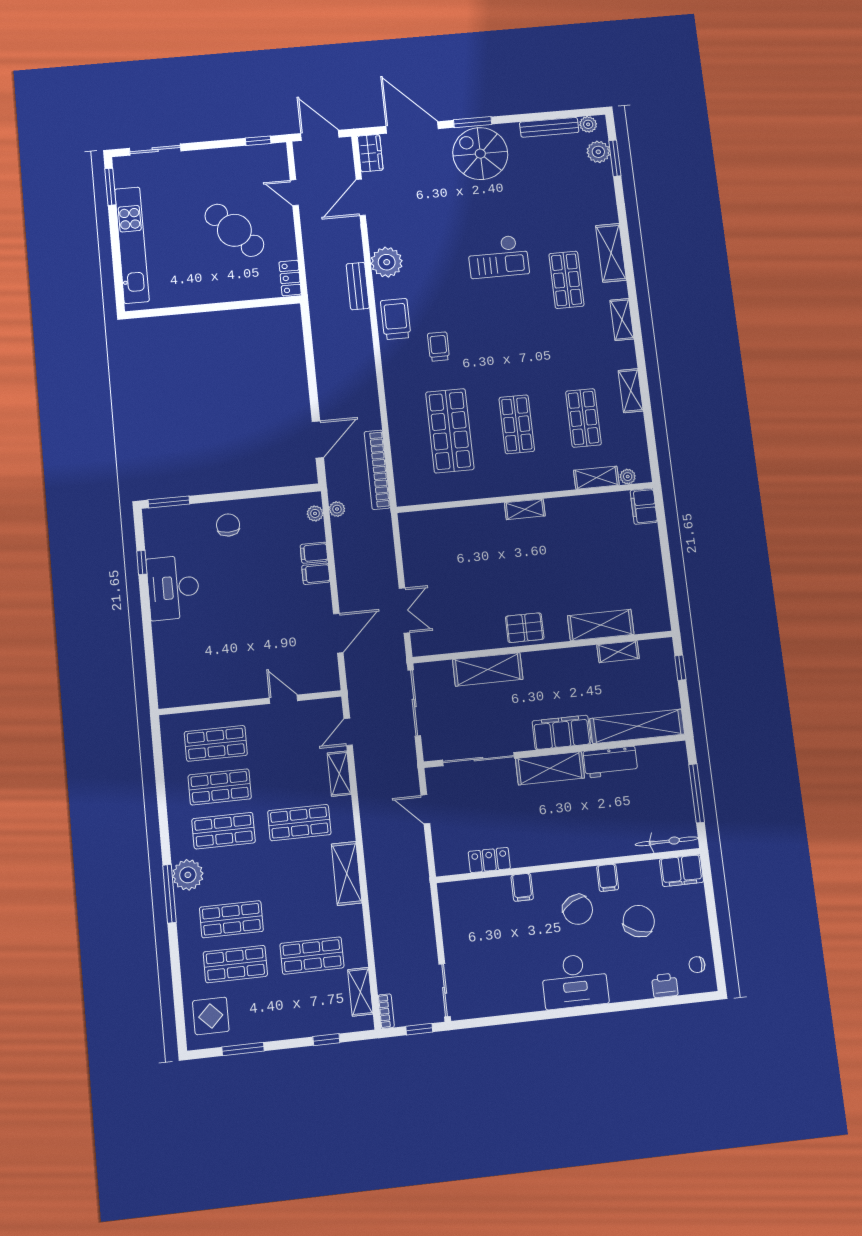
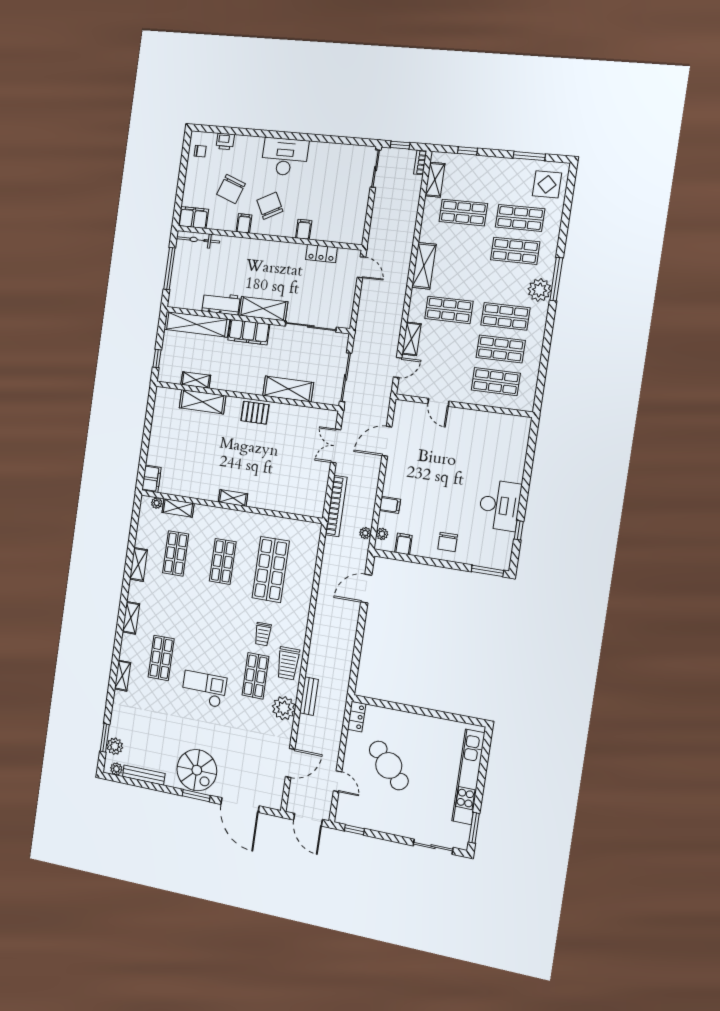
wardrobe: (370, 153) -> (275, 795), removed
shelving: (611, 253) -> (123, 676), width x0.67, depth x0.75
shop shelf: (434, 292) -> (255, 676), added
bookcase: (377, 470) -> (336, 506), moved
filing cabinet: (316, 574) -> (403, 544), moved, turned -90
door: (425, 809) -> (361, 267), moved

